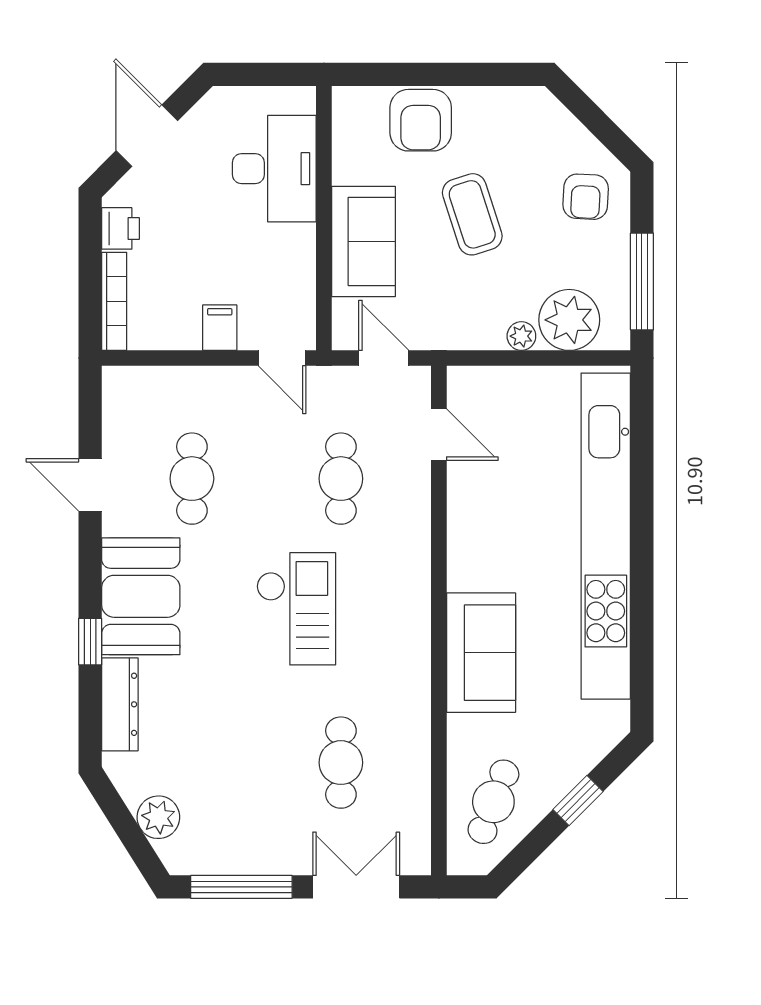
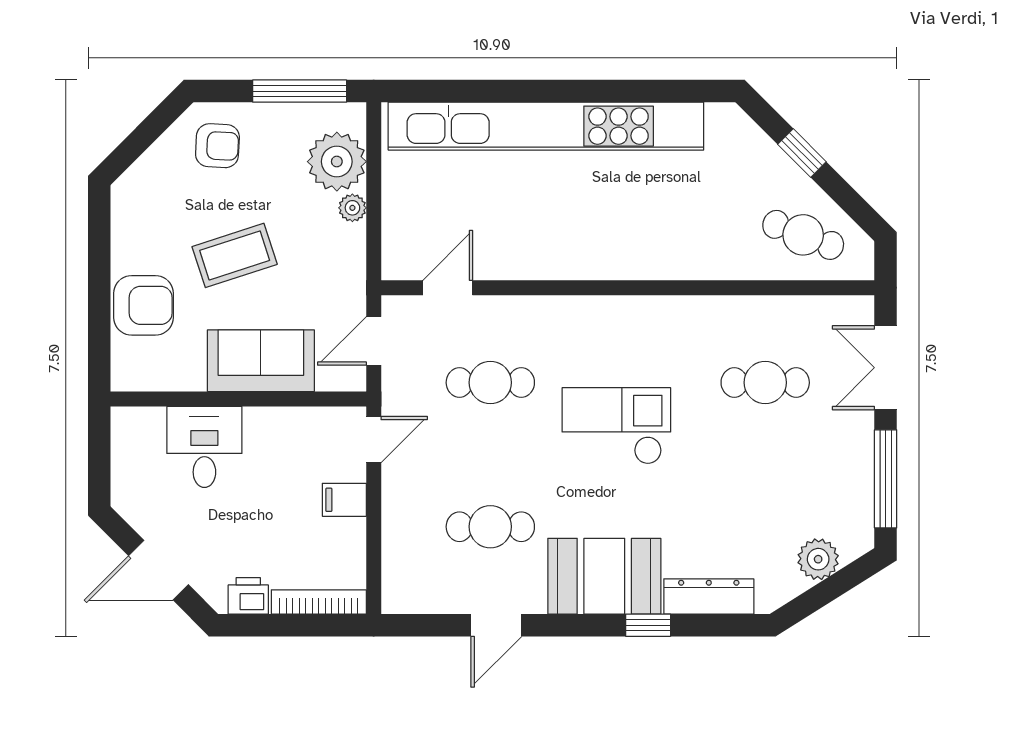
desk: (274, 169) -> (204, 447), width x0.73
sofa: (481, 653) -> (659, 247), removed

